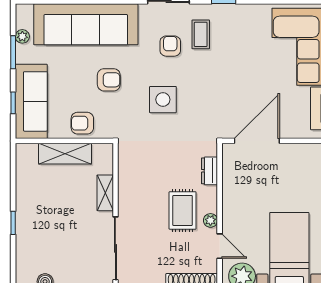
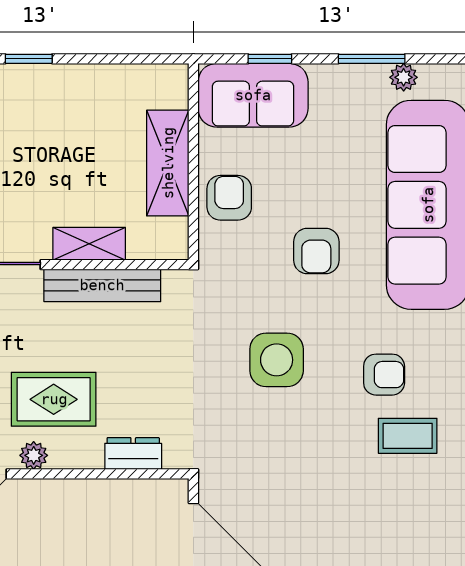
sofa: (31, 101) -> (253, 95), width x0.73
bench: (126, 186) -> (102, 285), added

